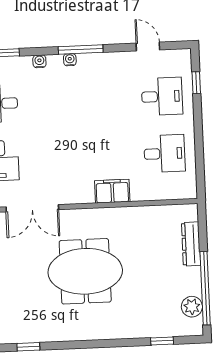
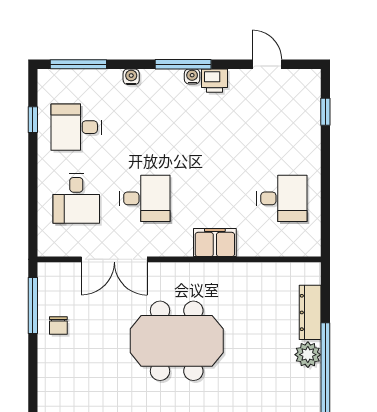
water cooler: (70, 60) -> (192, 76), moved
printer: (106, 62) -> (214, 81), added
desk: (162, 96) -> (145, 198), moved
plant: (192, 307) -> (308, 355), moved

